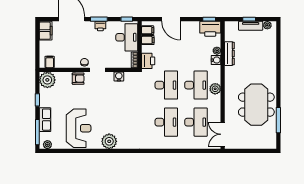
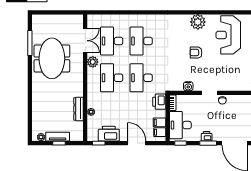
printer: (210, 29) -> (109, 134), moved
water cooler: (216, 60) -> (92, 103), removed
armchair: (78, 79) -> (196, 53), moved
plant: (215, 89) -> (93, 62), moved
double door: (223, 134) -> (85, 41), moved

